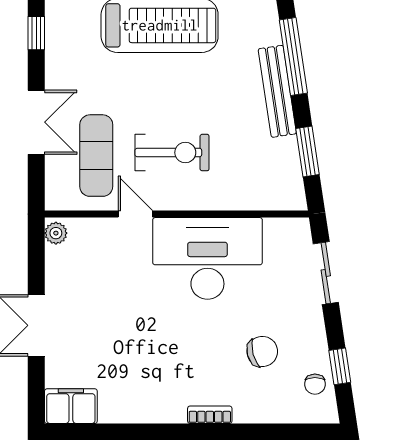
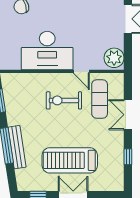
bench: (277, 91) -> (17, 147), moved
plant: (56, 233) -> (114, 58), width x1.88, depth x1.88

